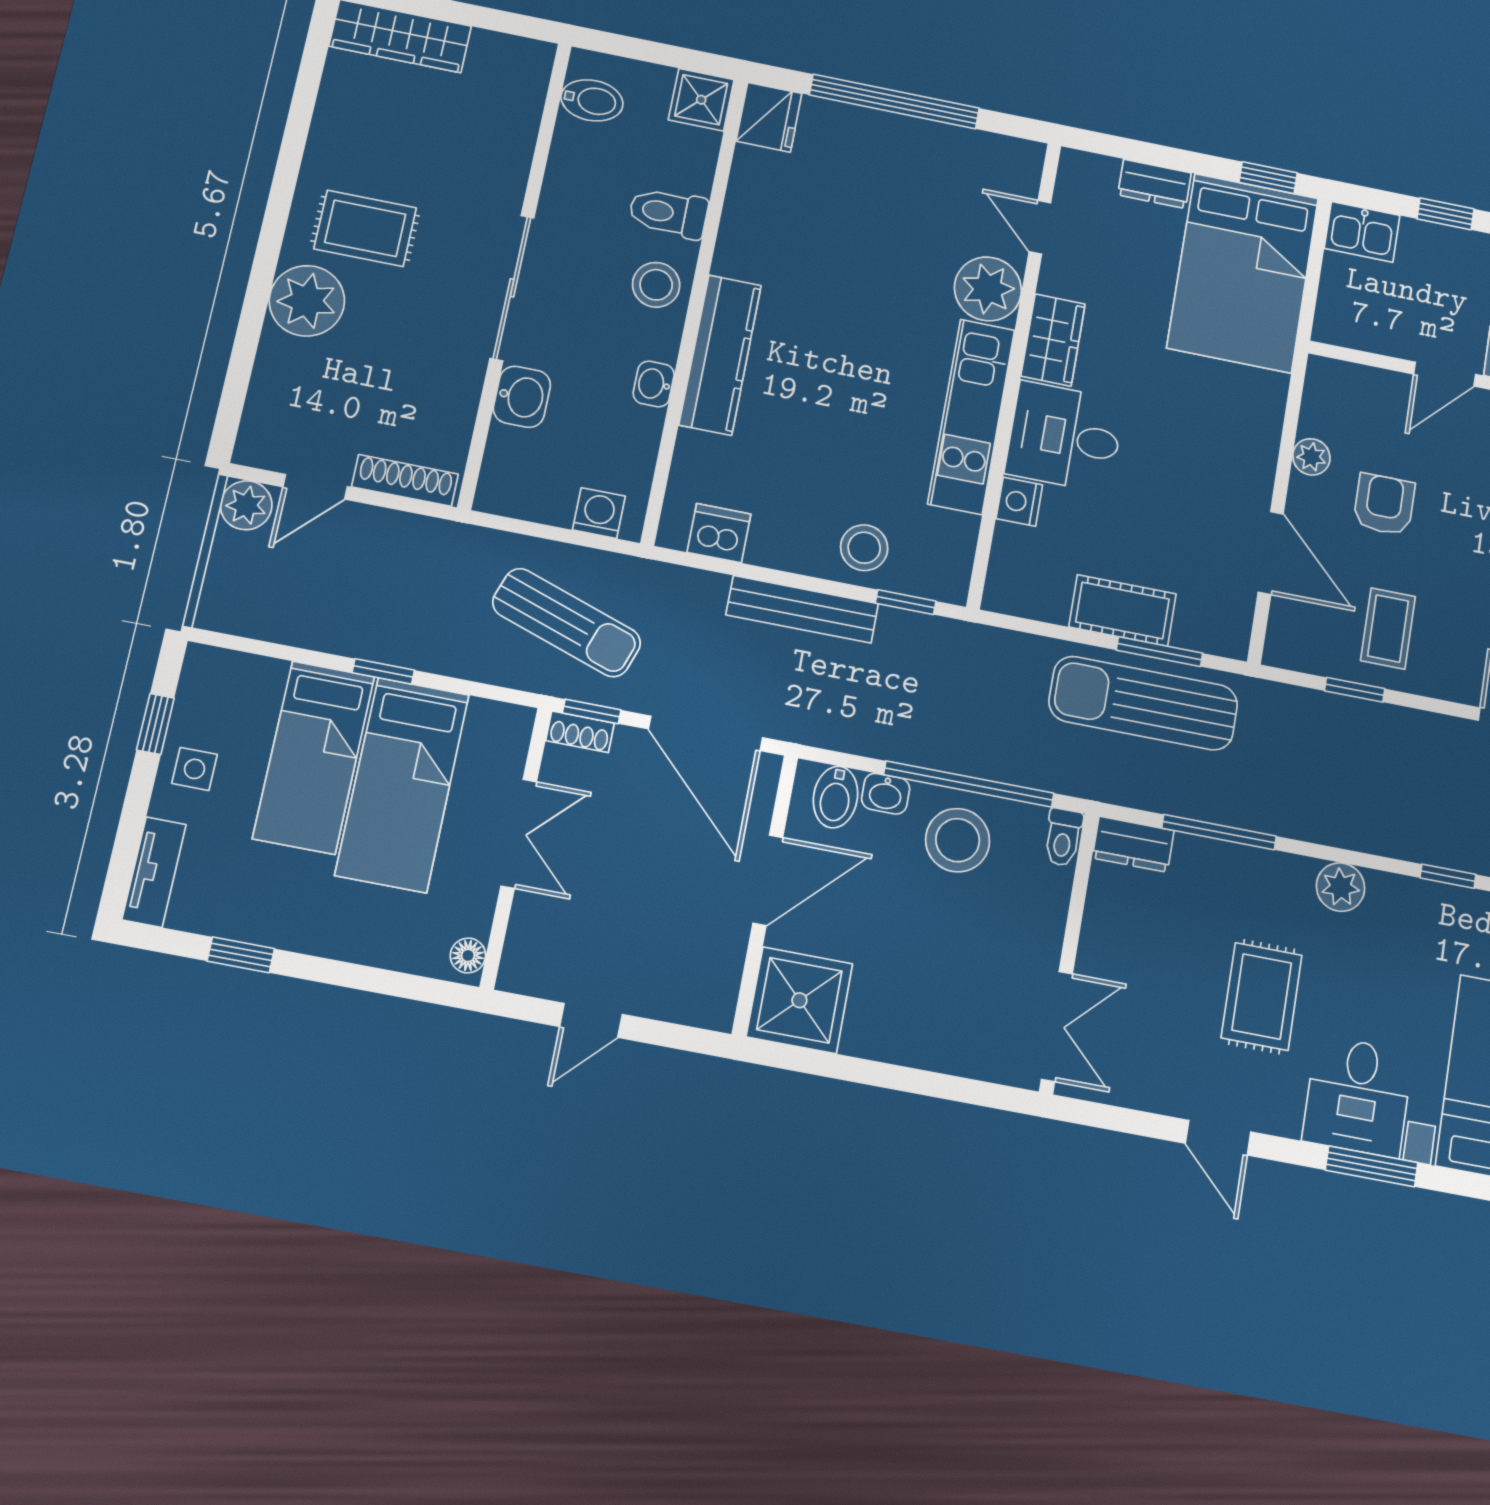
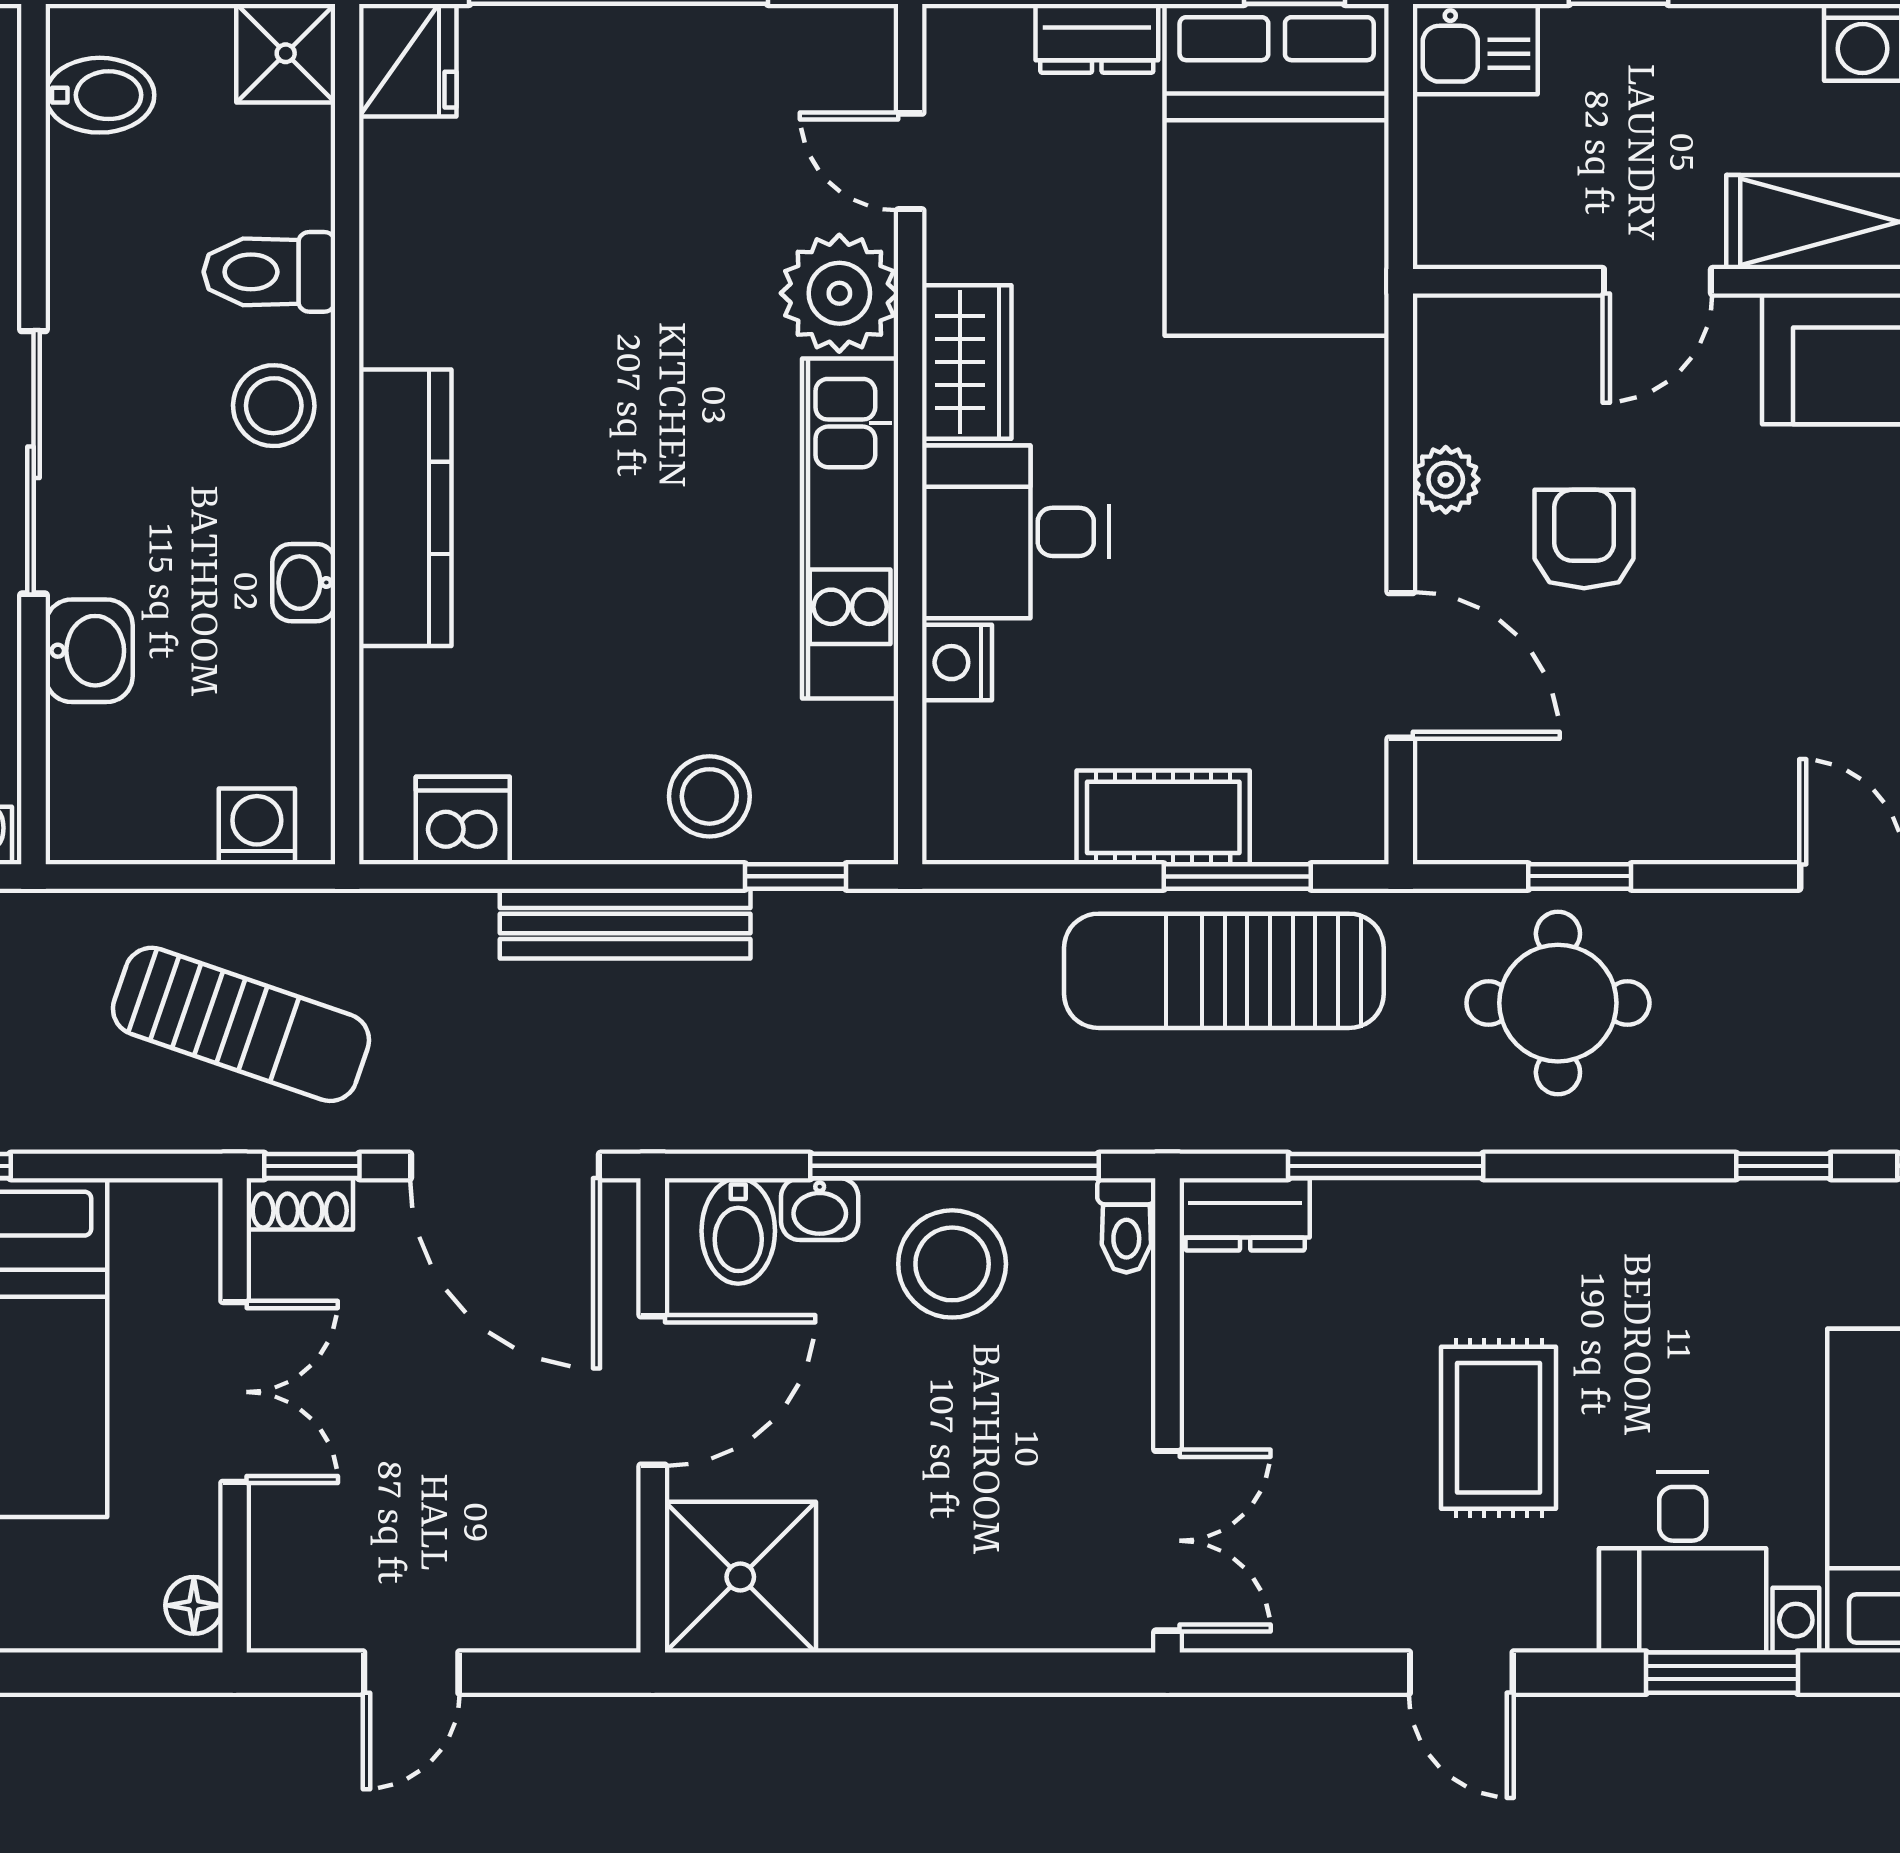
coffee table: (1388, 628) -> (1622, 758), removed
round table: (1332, 759) -> (1558, 1003), added
plant: (1341, 887) -> (1604, 1219), removed

